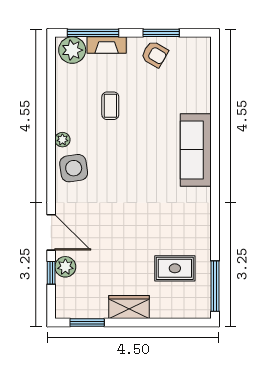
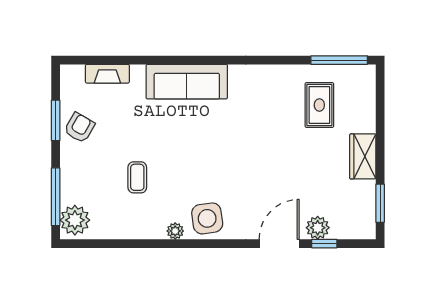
fireplace: (107, 45) -> (107, 74), moved, turned 90
coffee table: (110, 106) -> (137, 177), turned 90

